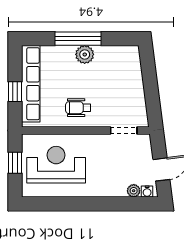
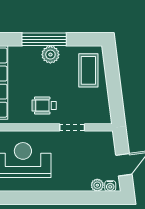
coffee table: (124, 71) -> (88, 70), added
doorway: (124, 130) -> (72, 127), moved

